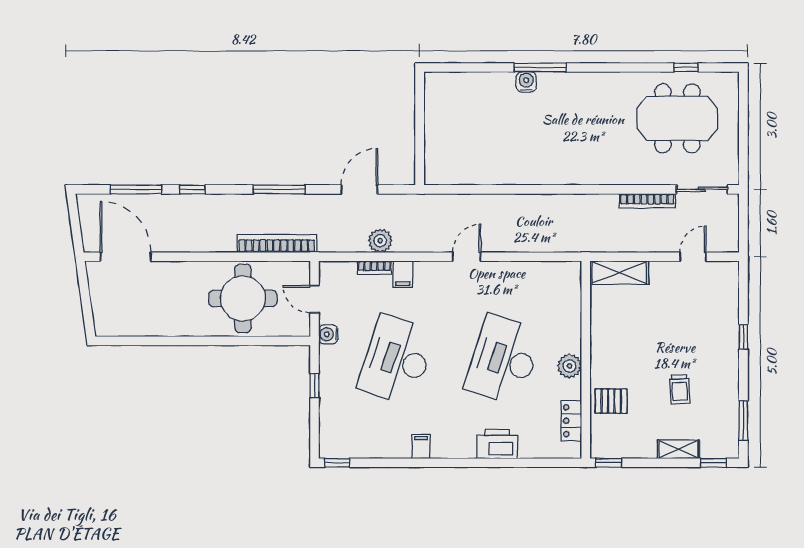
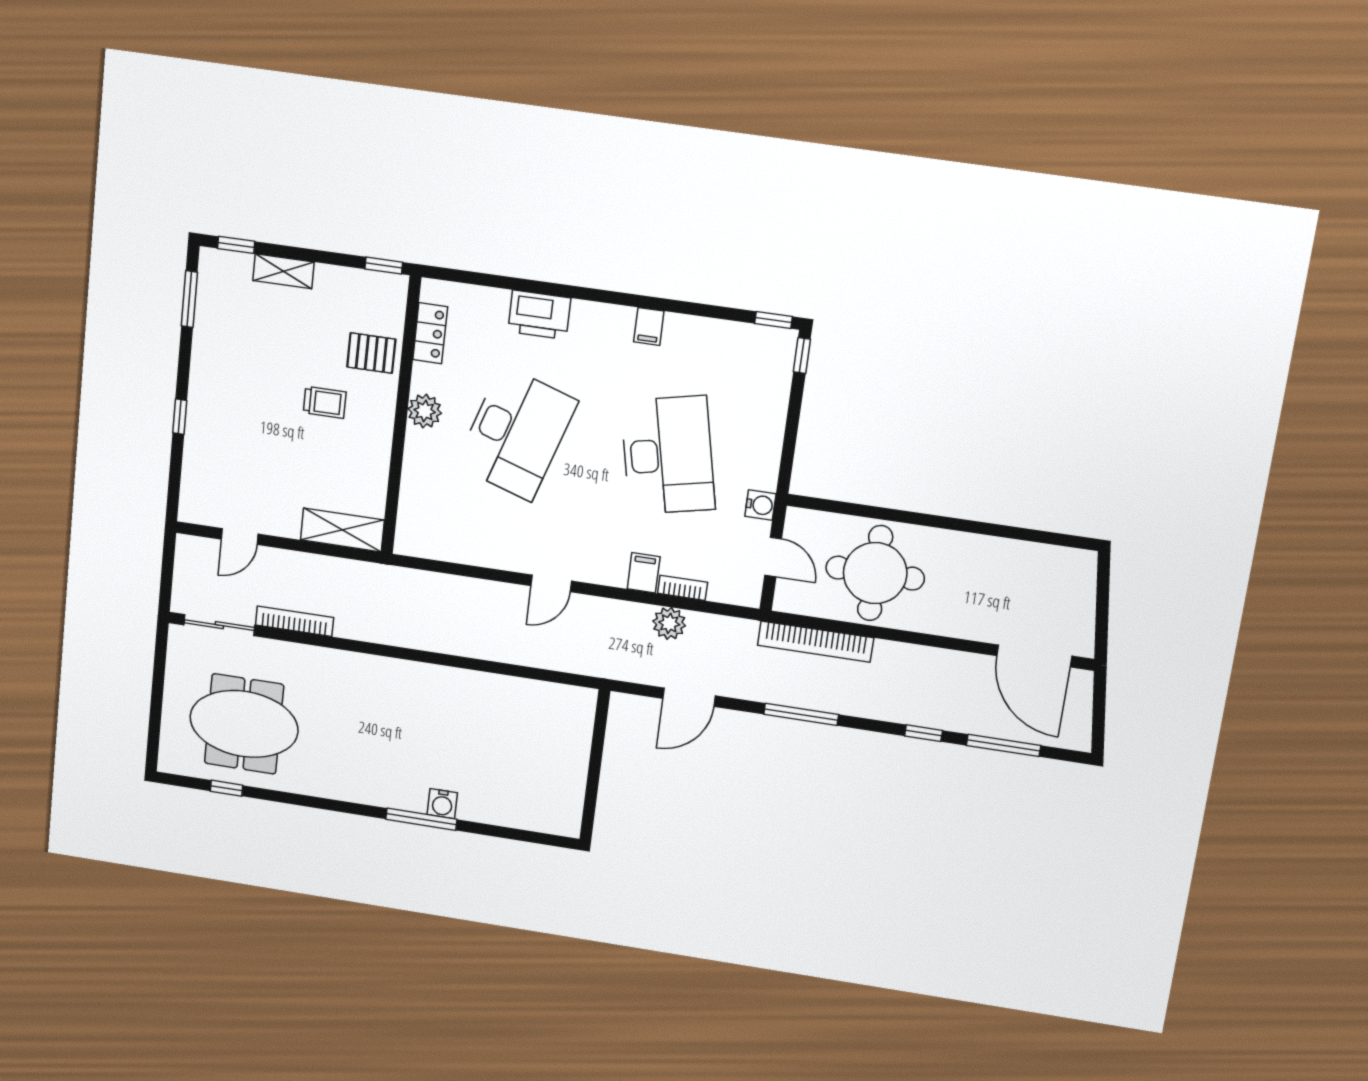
desk: (397, 360) -> (668, 455), turned -30
window: (314, 386) -> (802, 356), moved
trolley: (680, 389) -> (325, 402), moved, turned 93

